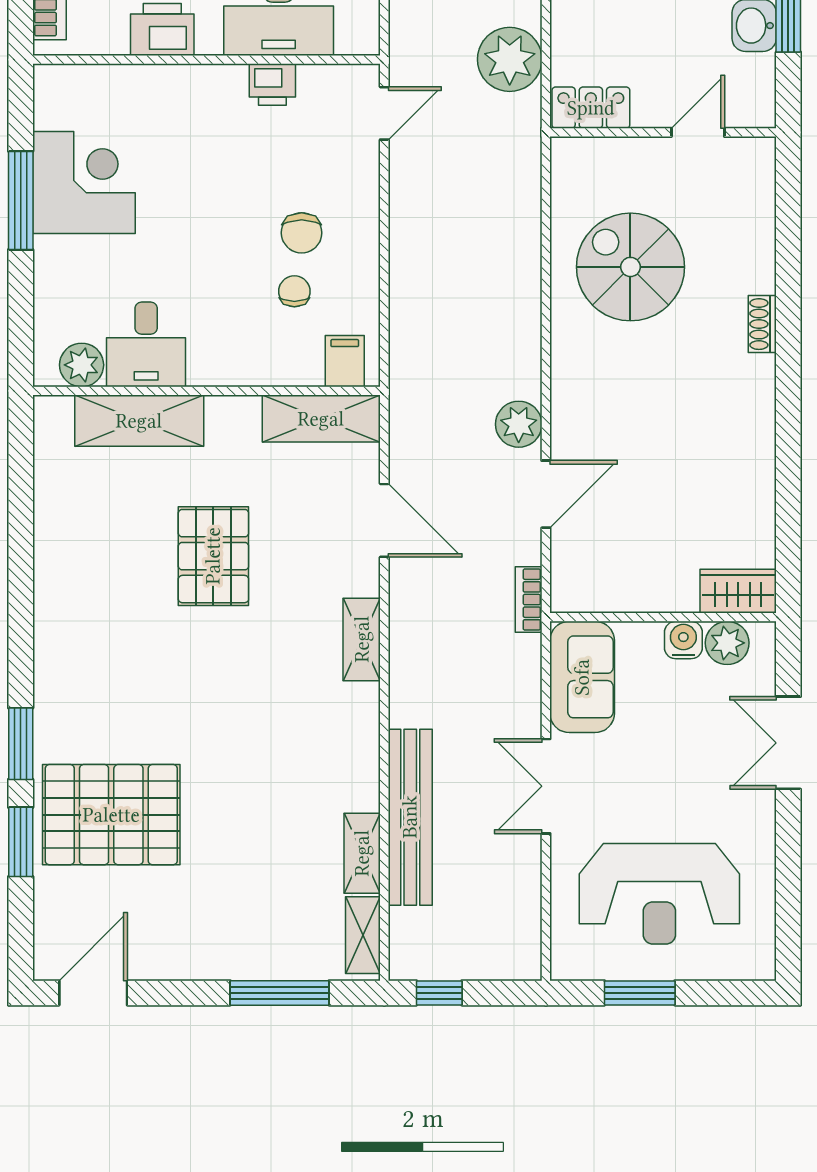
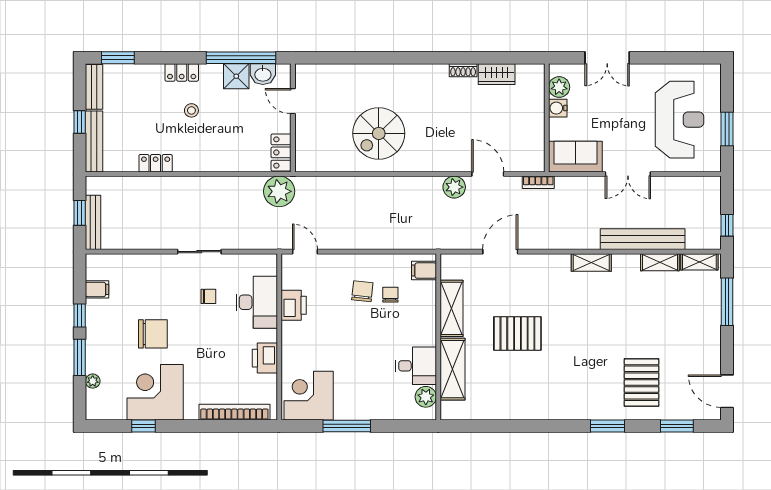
printer: (272, 85) -> (294, 305), width x1.36, depth x1.24
locker: (591, 108) -> (281, 152), moved
wall: (663, 132) -> (293, 118), moved
door: (698, 132) -> (293, 101), moved
corner desk: (84, 182) -> (309, 396), moved
chair: (302, 233) -> (362, 291), turned -84
chair: (294, 291) -> (390, 295), turned 90
shoe rack: (762, 324) -> (463, 70), moved
shelving: (321, 419) -> (451, 308), moved
wardrobe: (738, 591) -> (497, 74), moved, turned -90
shelving: (362, 639) -> (591, 262), moved
pallet: (111, 815) -> (641, 383), width x0.73, depth x0.71
window: (21, 842) -> (677, 426), moved

